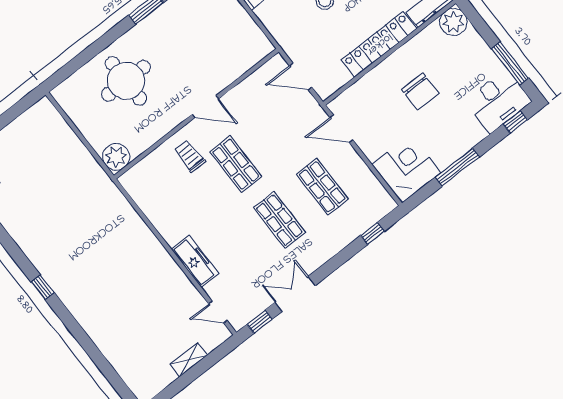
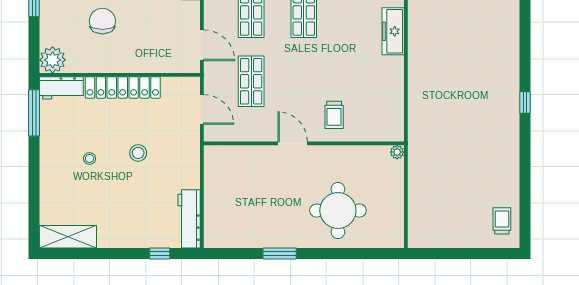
chair: (420, 92) -> (102, 21), moved
plant: (116, 157) -> (397, 152), width x0.53, depth x0.53
shop shelf: (236, 164) -> (251, 81), moved

